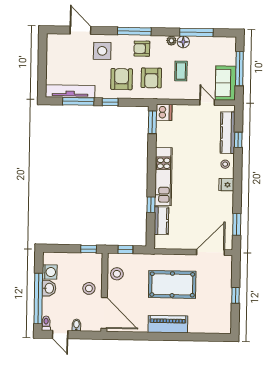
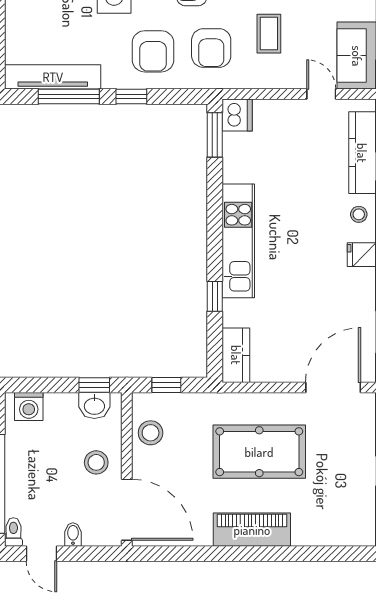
armchair: (122, 79) -> (153, 51), turned 180
kitchen counter: (161, 221) -> (236, 355), moved
washing machine: (50, 272) -> (29, 406), moved, turned 90
washbasin: (49, 288) -> (94, 405), moved, turned 90

